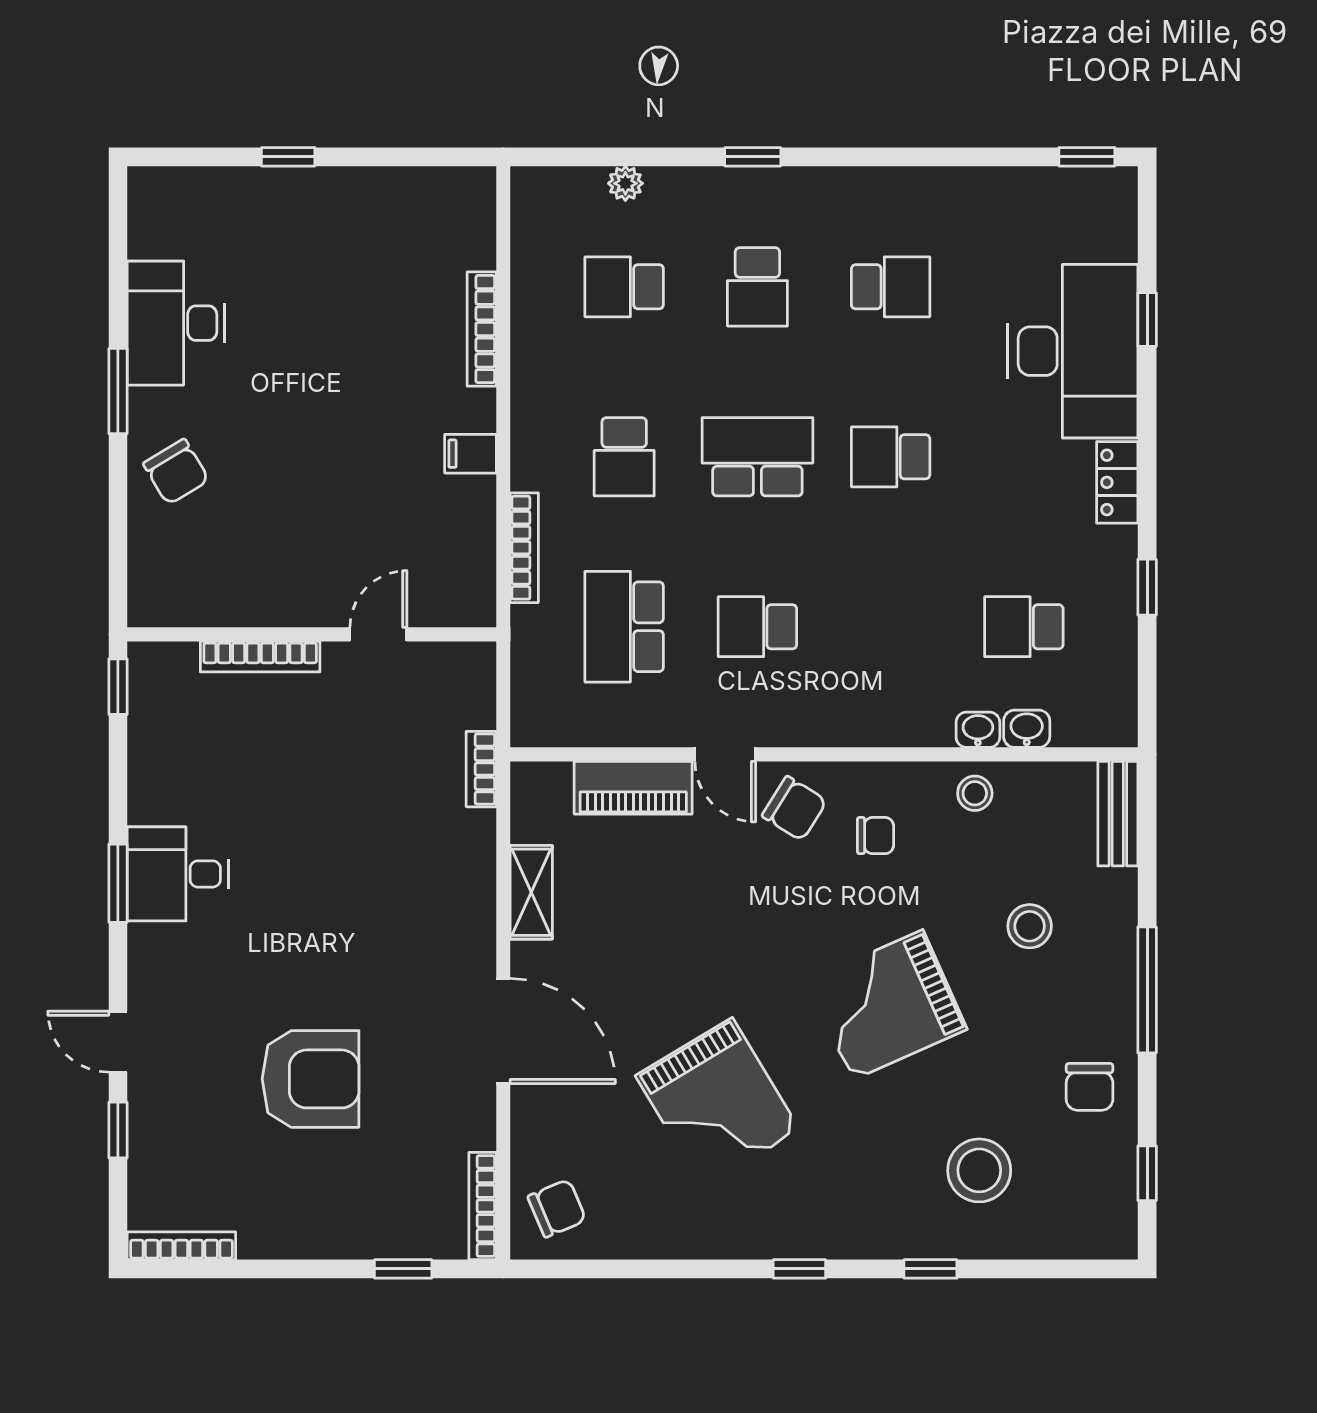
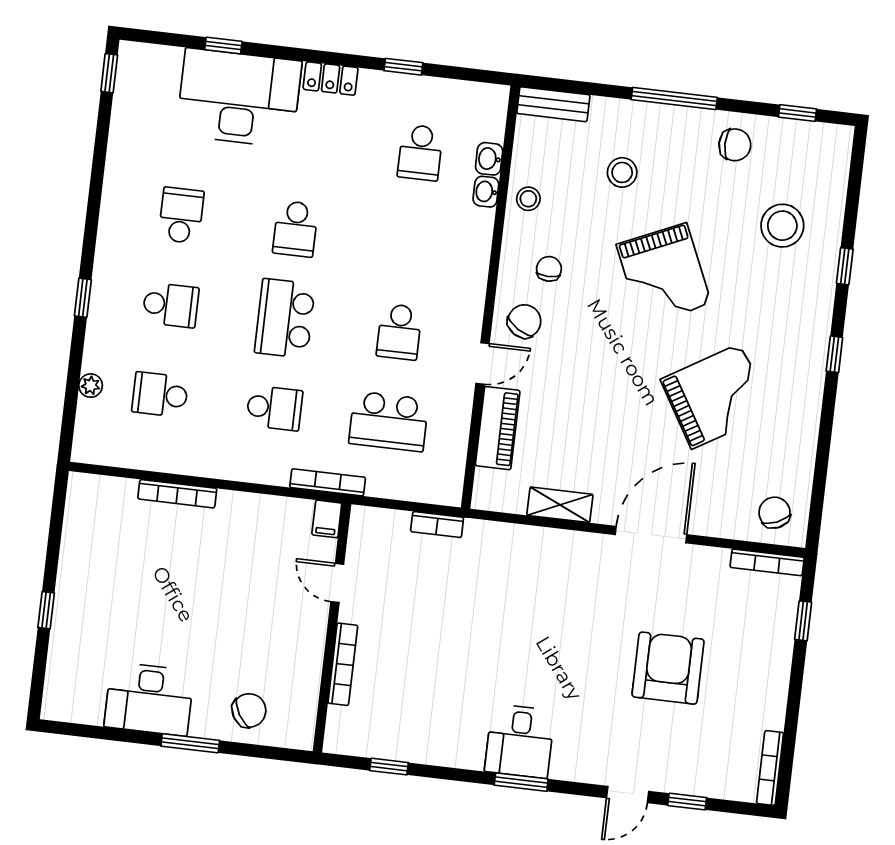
school desk: (624, 287) -> (160, 395), turned 90
filing cabinet: (471, 454) -> (327, 519), moved
wall: (312, 634) -> (332, 628), moved
door: (378, 634) -> (337, 583), moved
bookcase: (260, 657) -> (343, 664), moved
bookcase: (481, 769) -> (437, 525), moved

